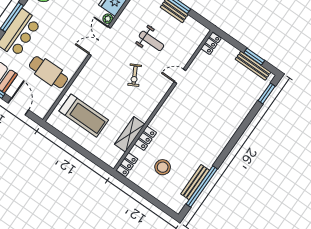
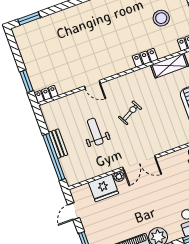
window: (254, 57) -> (27, 81), moved
bench: (253, 66) -> (24, 50), removed
locker: (145, 138) -> (145, 58), moved

